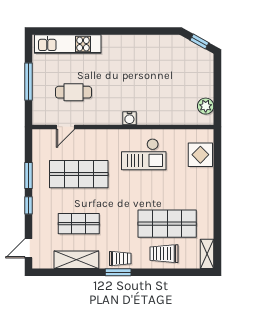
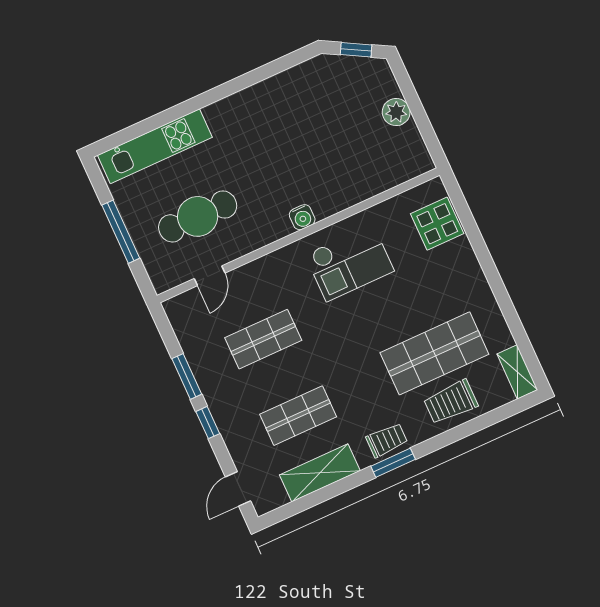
cafe table: (74, 92) -> (198, 216), width x1.37, depth x1.35
plant: (206, 106) -> (396, 112), moved
shop shelf: (79, 174) -> (263, 339), width x0.70, depth x0.74

